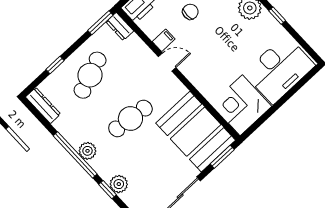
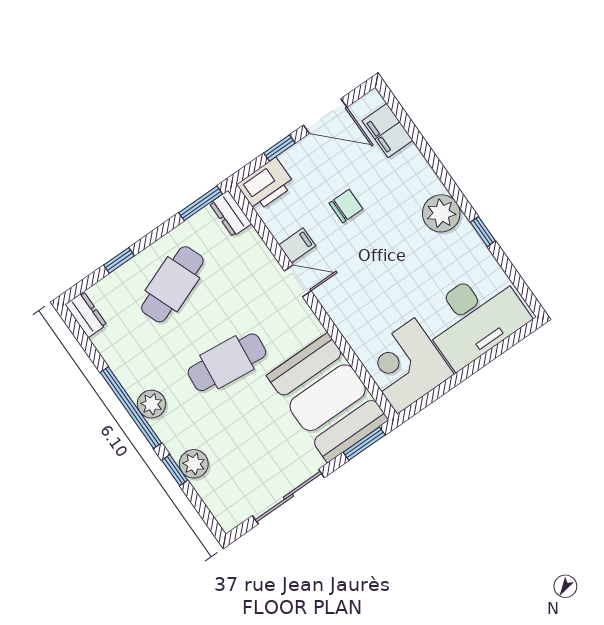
dresser: (43, 105) -> (86, 315), width x0.70

